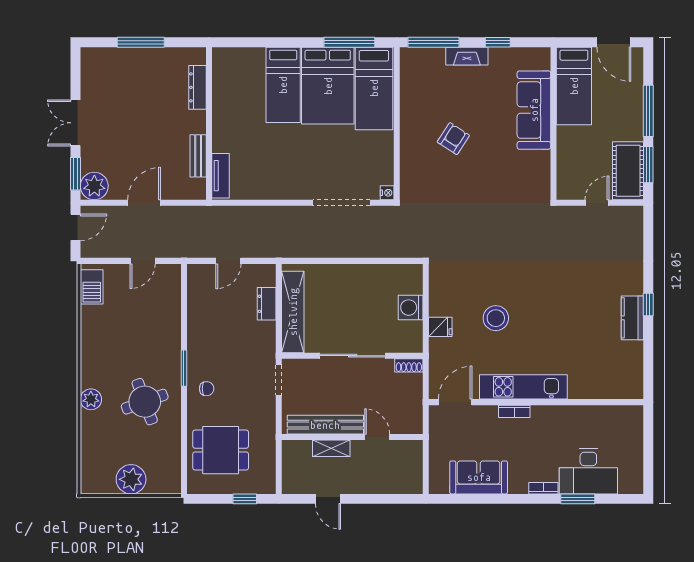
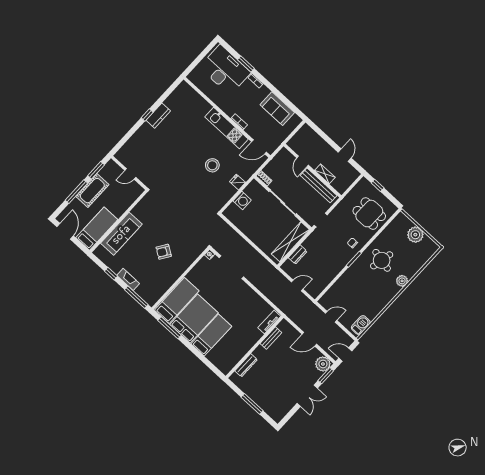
cot: (628, 171) -> (92, 191), moved
round table: (145, 402) -> (382, 260), turned 32
desk: (588, 471) -> (225, 70), width x1.36, depth x1.30

